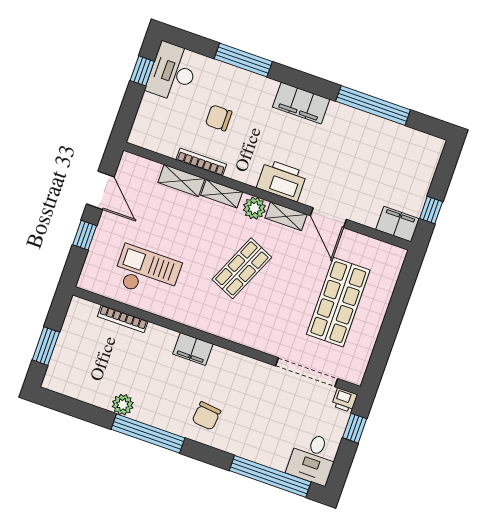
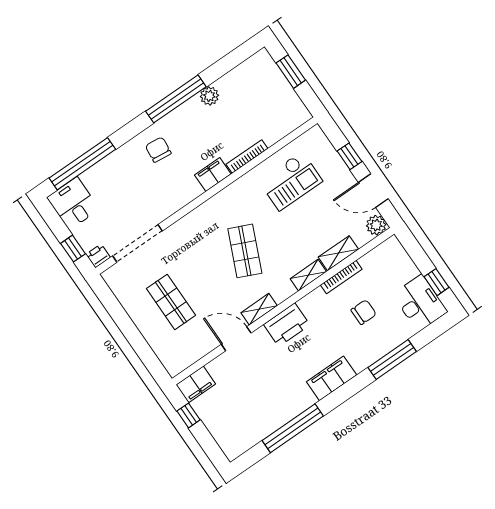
plant: (254, 208) -> (376, 225), moved
shop shelf: (338, 302) -> (171, 302), width x0.70, depth x0.74
bookcase: (123, 319) -> (247, 156), moved

